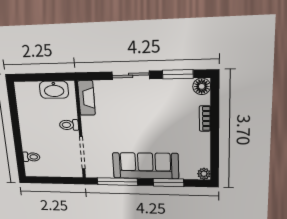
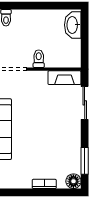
sliding door: (131, 75) -> (85, 103), moved
washbasin: (54, 90) -> (73, 25), moved

